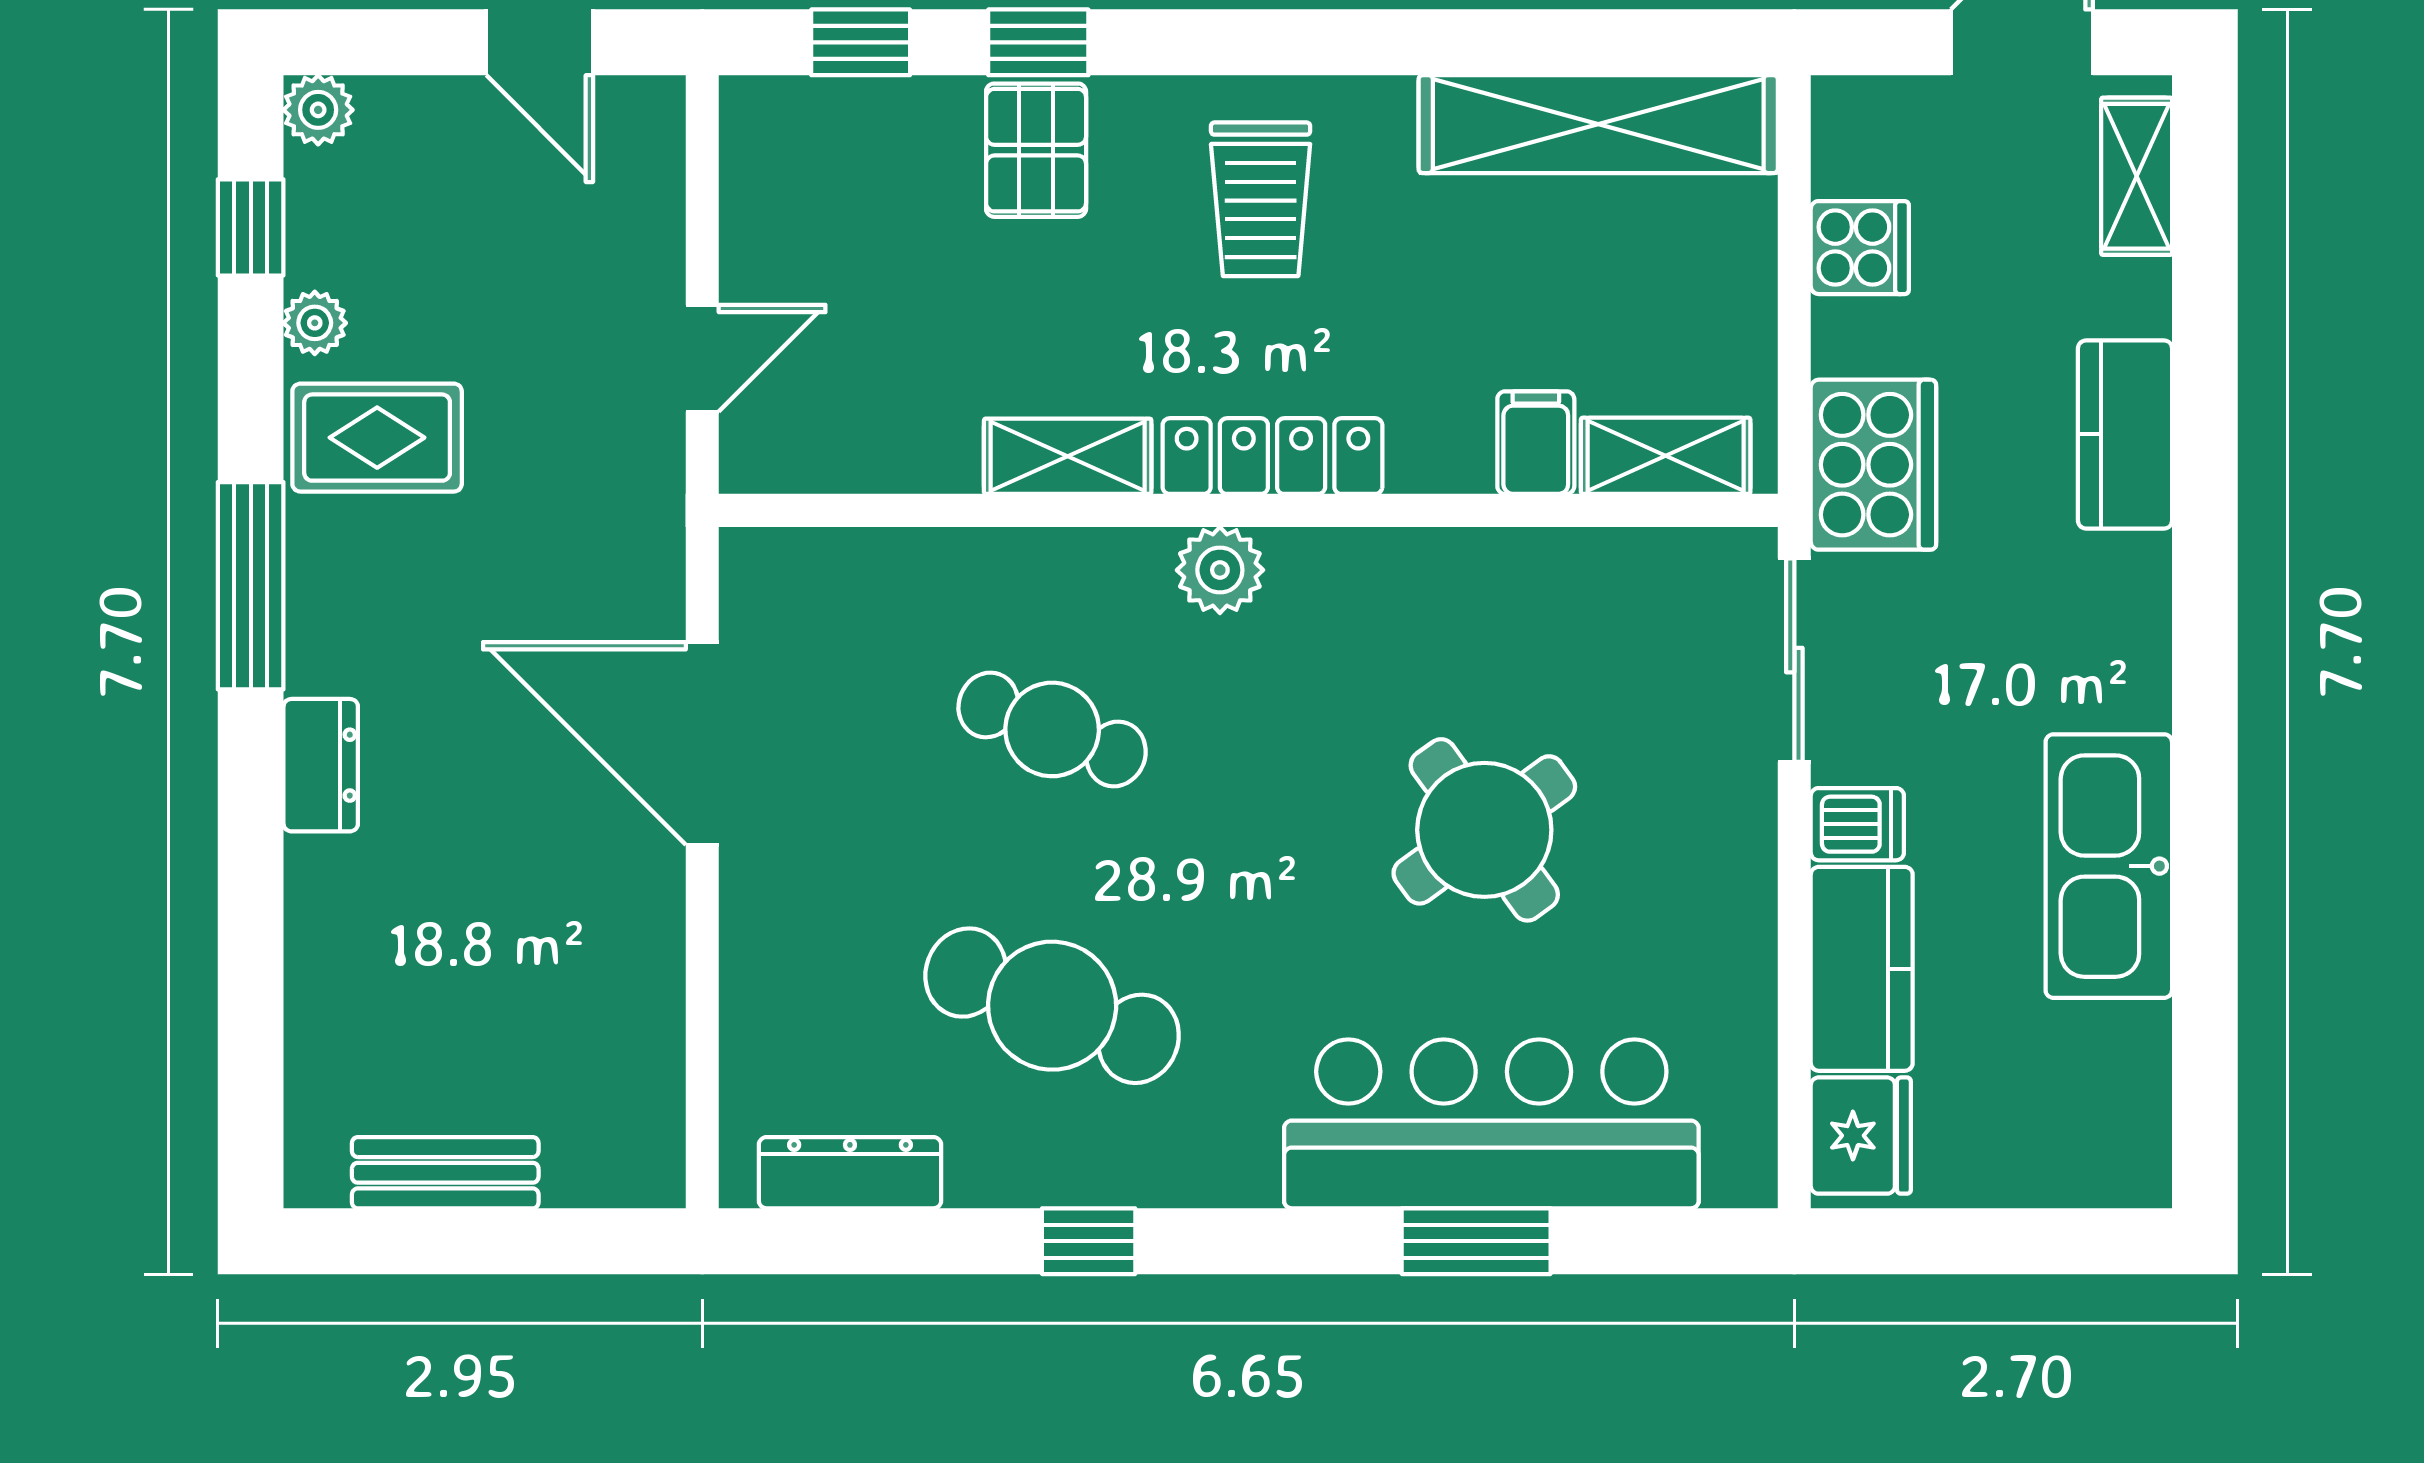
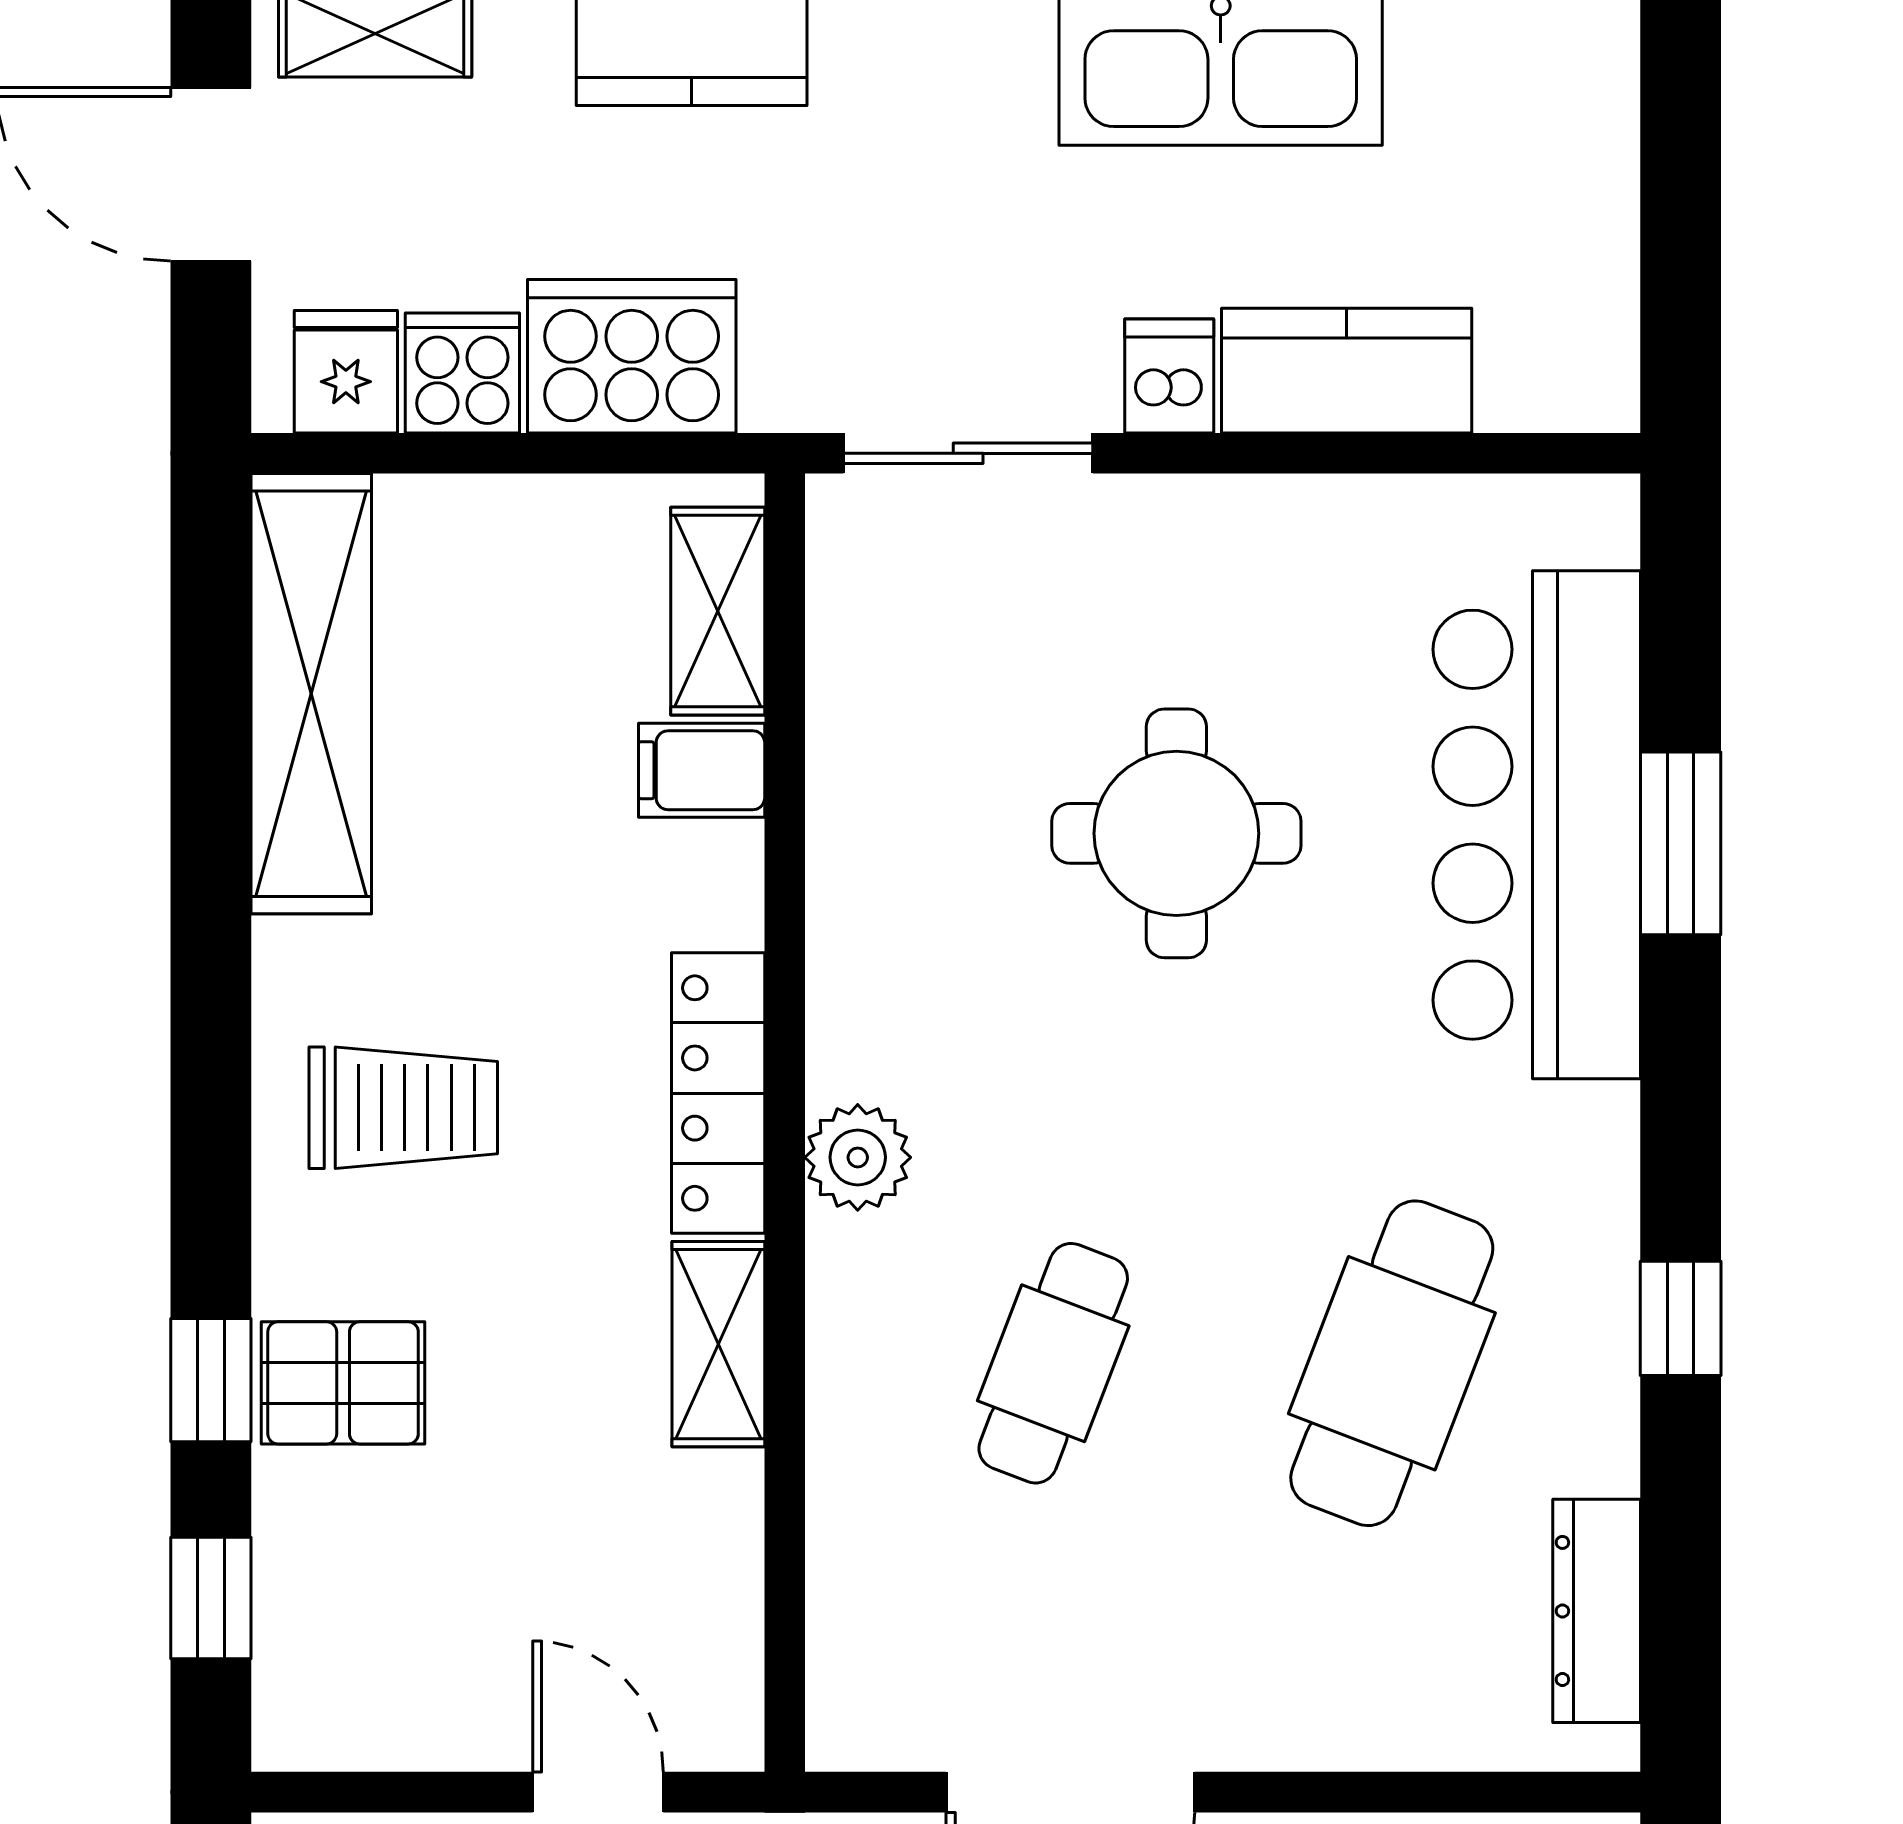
cooker: (1873, 465) -> (632, 356), moved
round table: (1484, 830) -> (1176, 833), turned 36
fridge: (1861, 1136) -> (346, 372), moved, width x0.72

